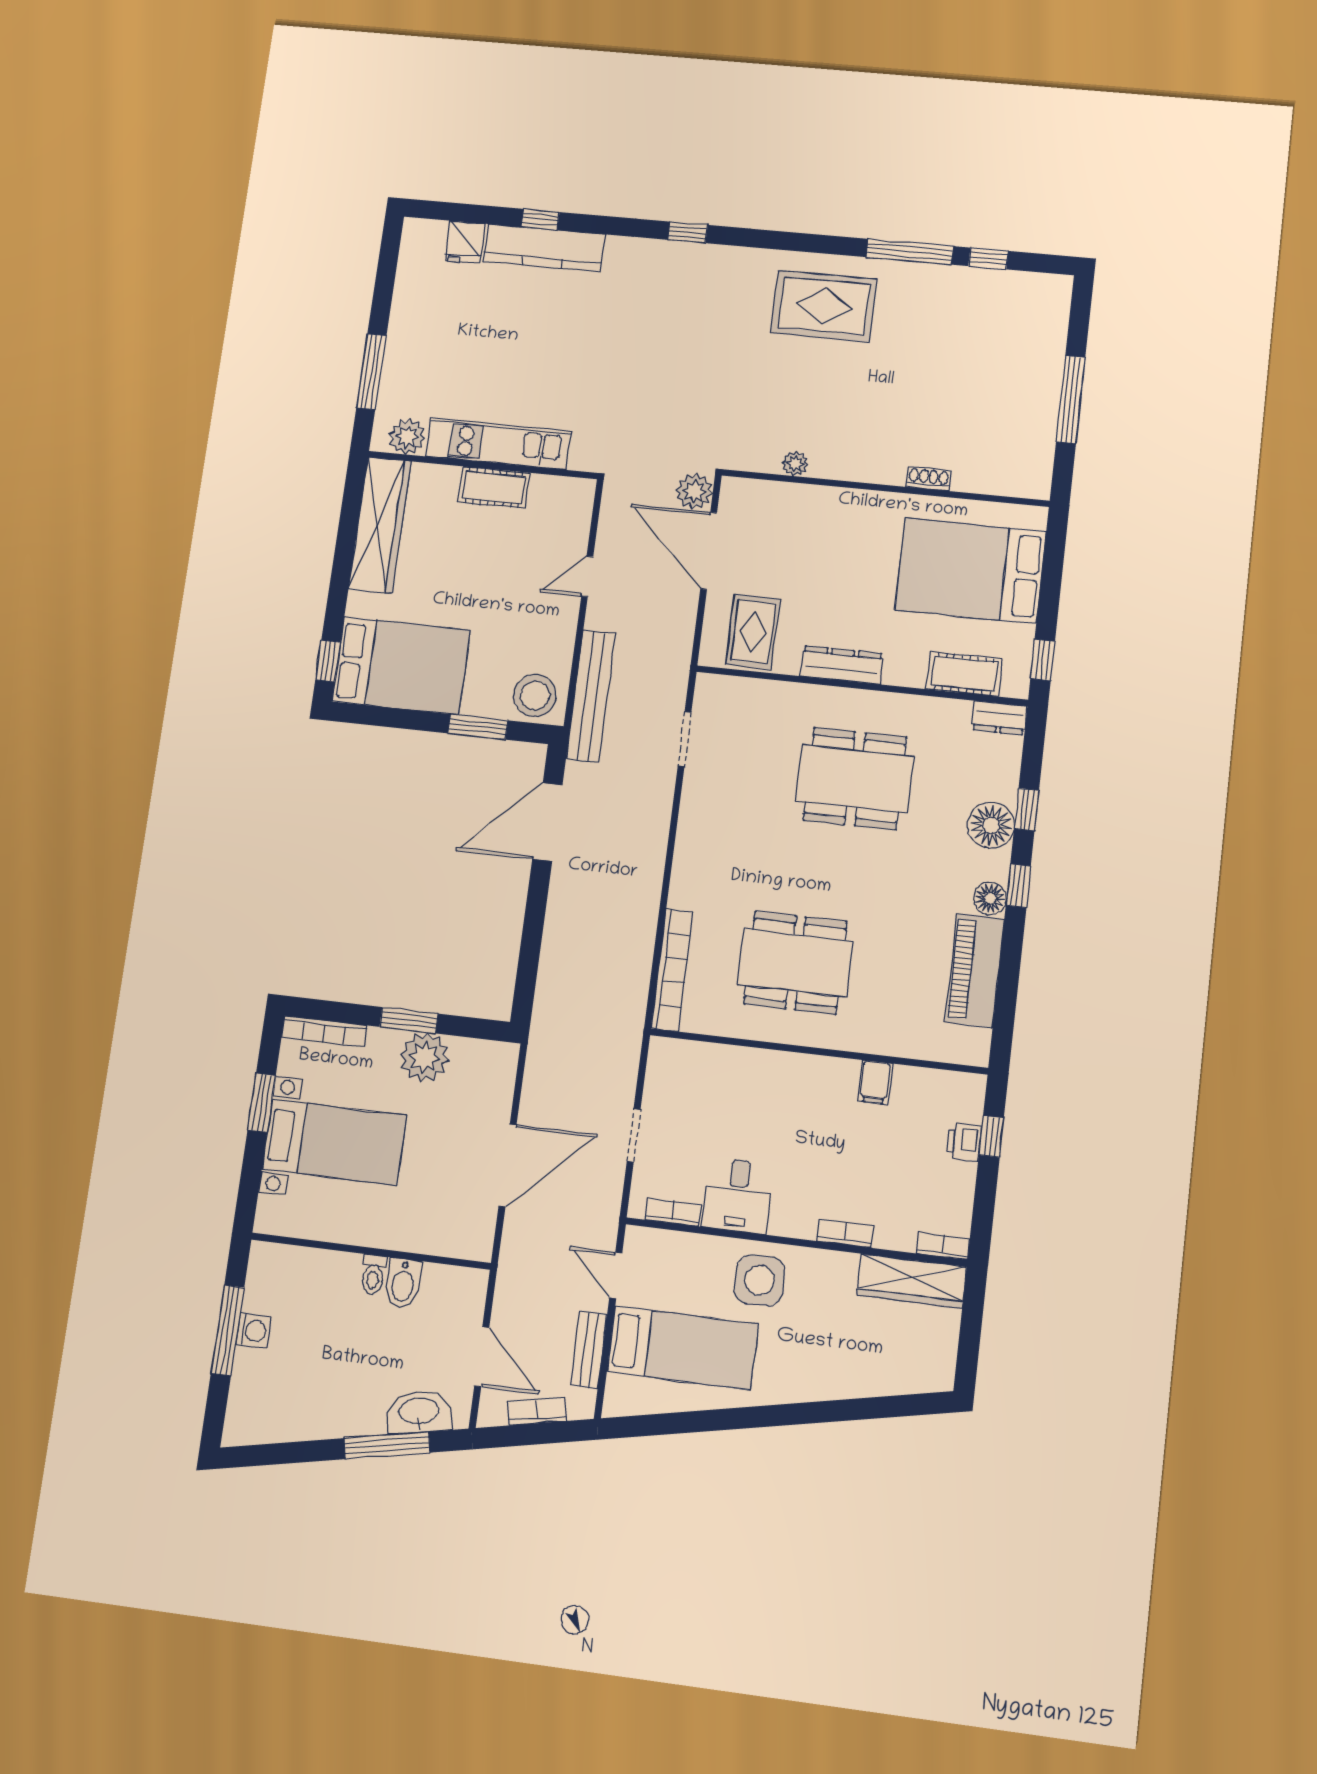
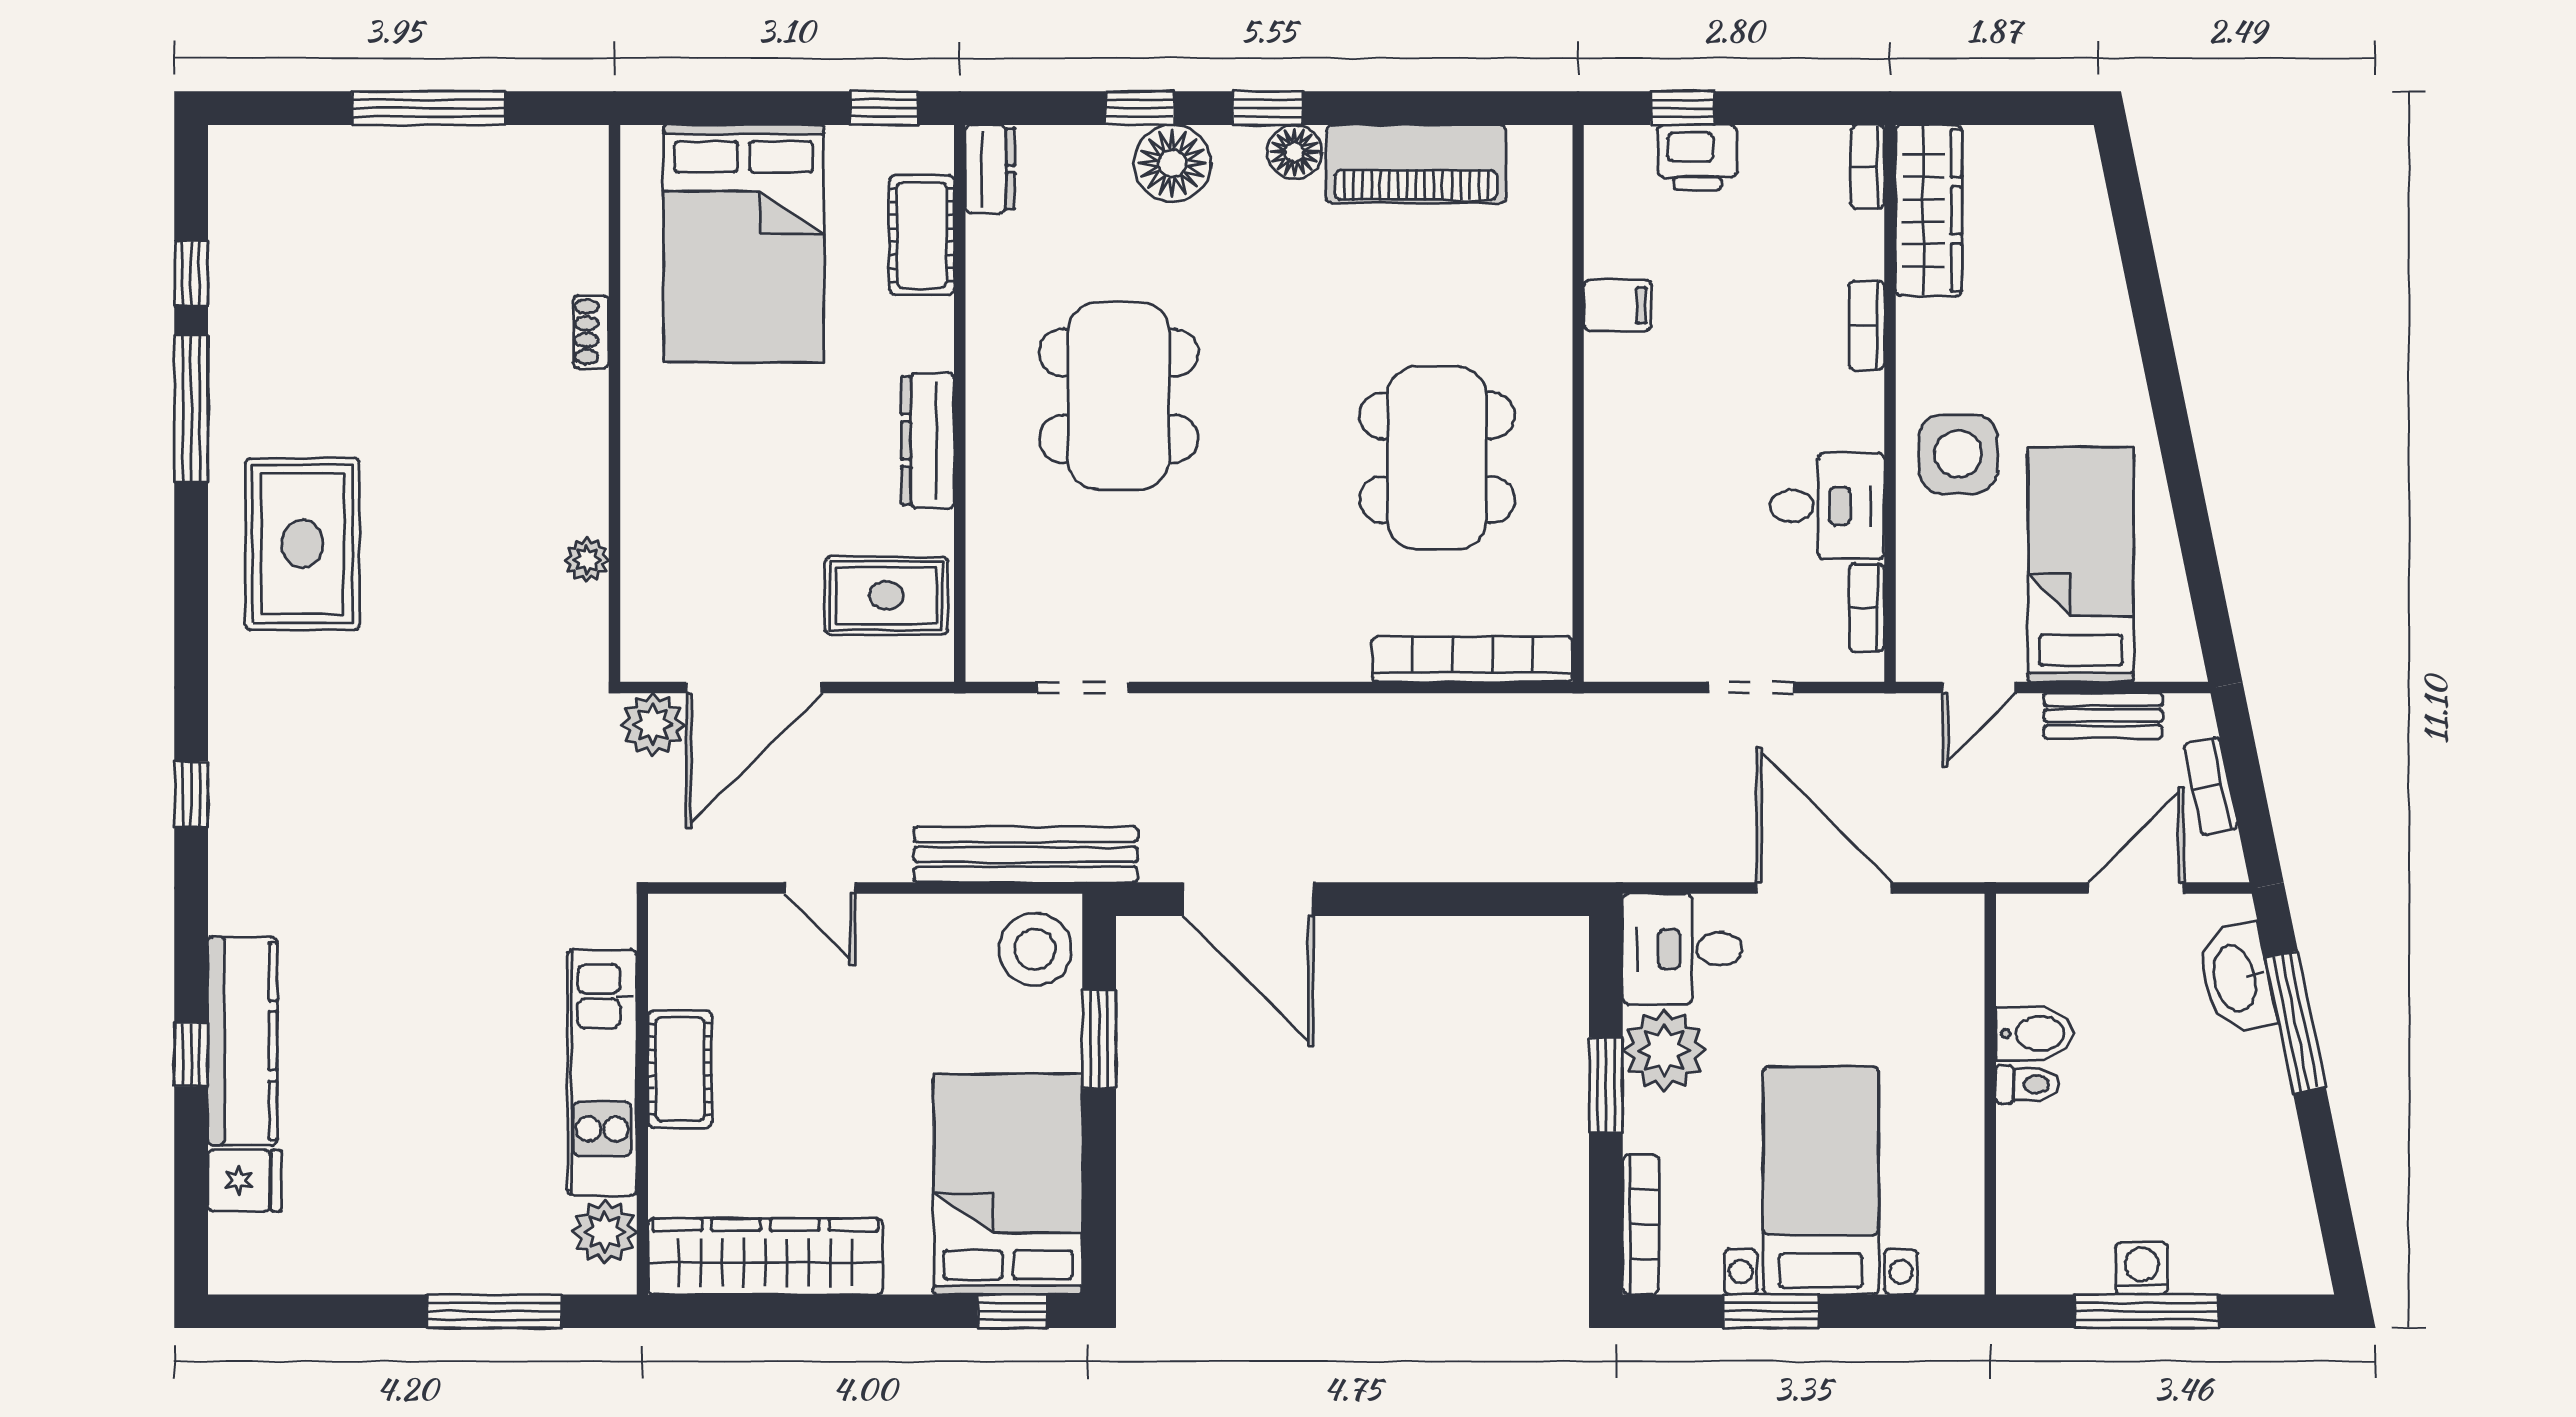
desk: (483, 1076) -> (1682, 949), added
printer: (964, 1142) -> (1697, 157), width x1.36, depth x1.24

